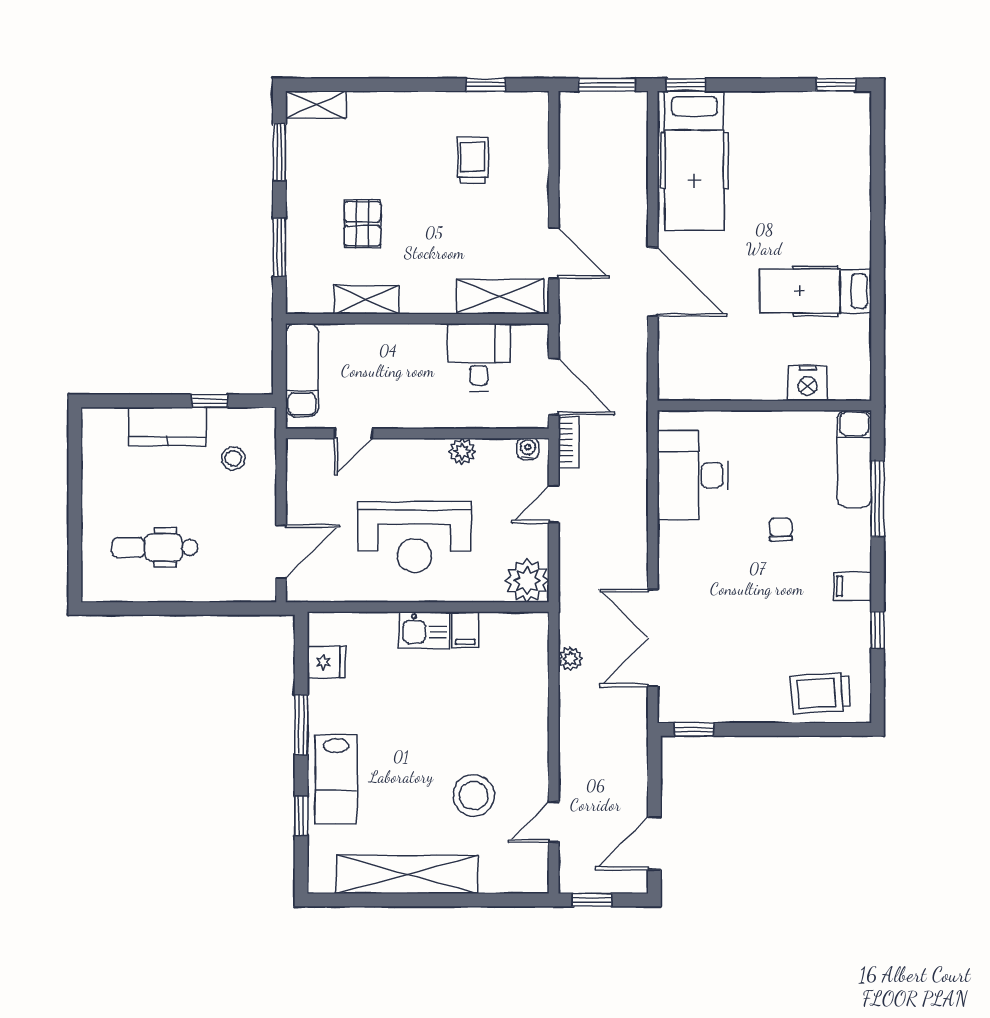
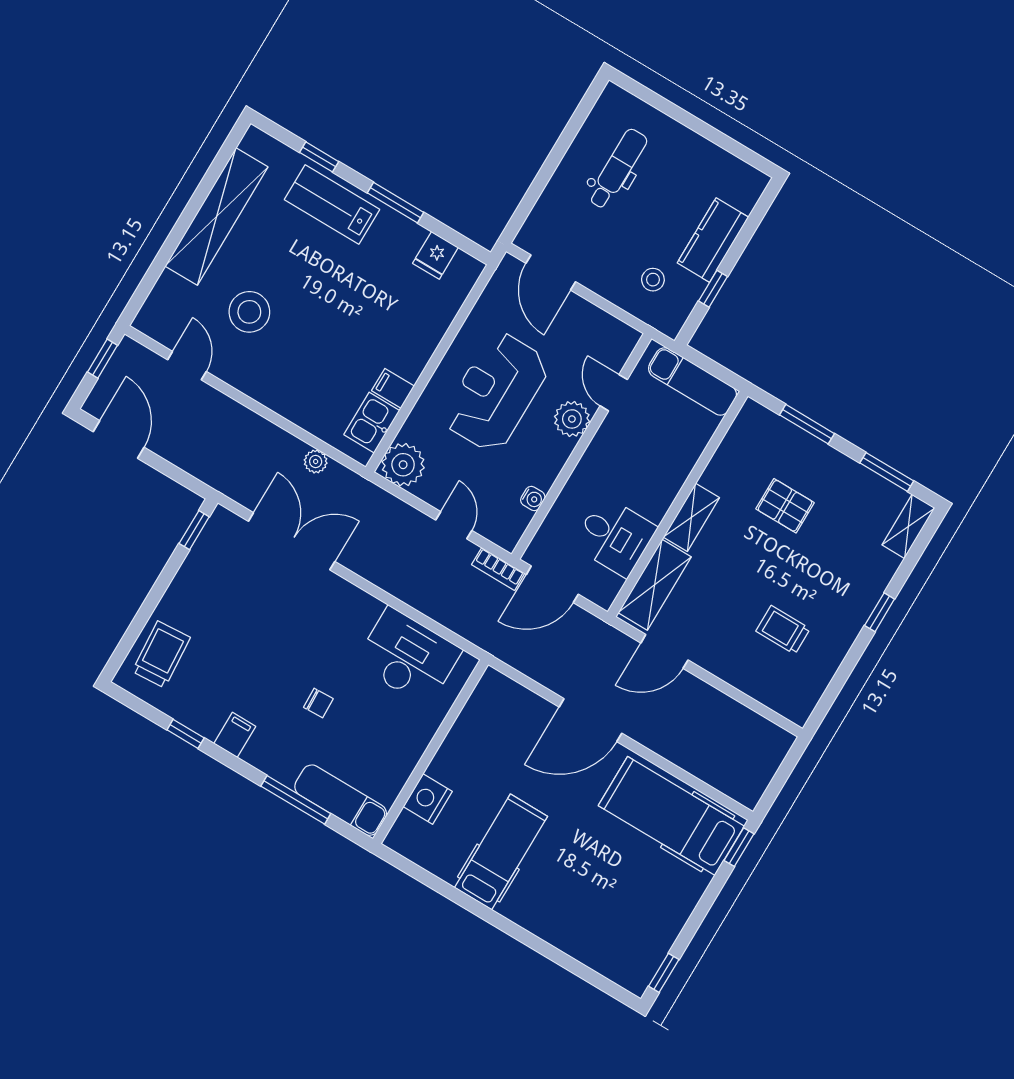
window: (486, 85) -> (880, 612), moved
window: (607, 85) -> (779, 781), removed
trolley: (472, 160) -> (783, 630), turned 180
shelving: (367, 300) -> (691, 517), moved
water cooler: (528, 449) -> (533, 499), moved
plant: (462, 451) -> (572, 419), moved, width x1.38, depth x1.38
kitchen sink: (424, 630) -> (372, 423), moved

